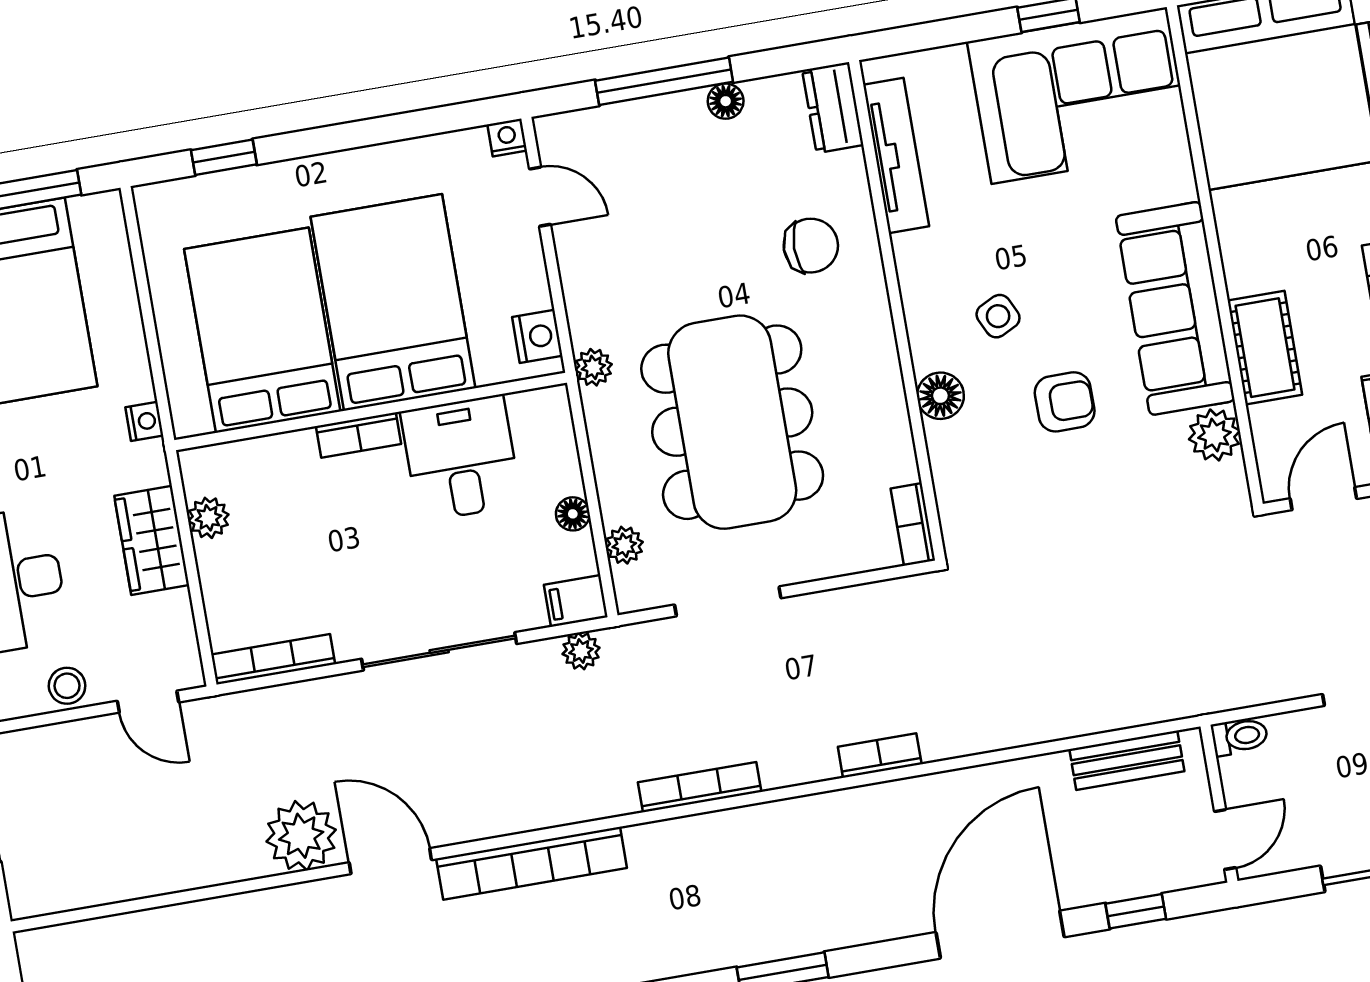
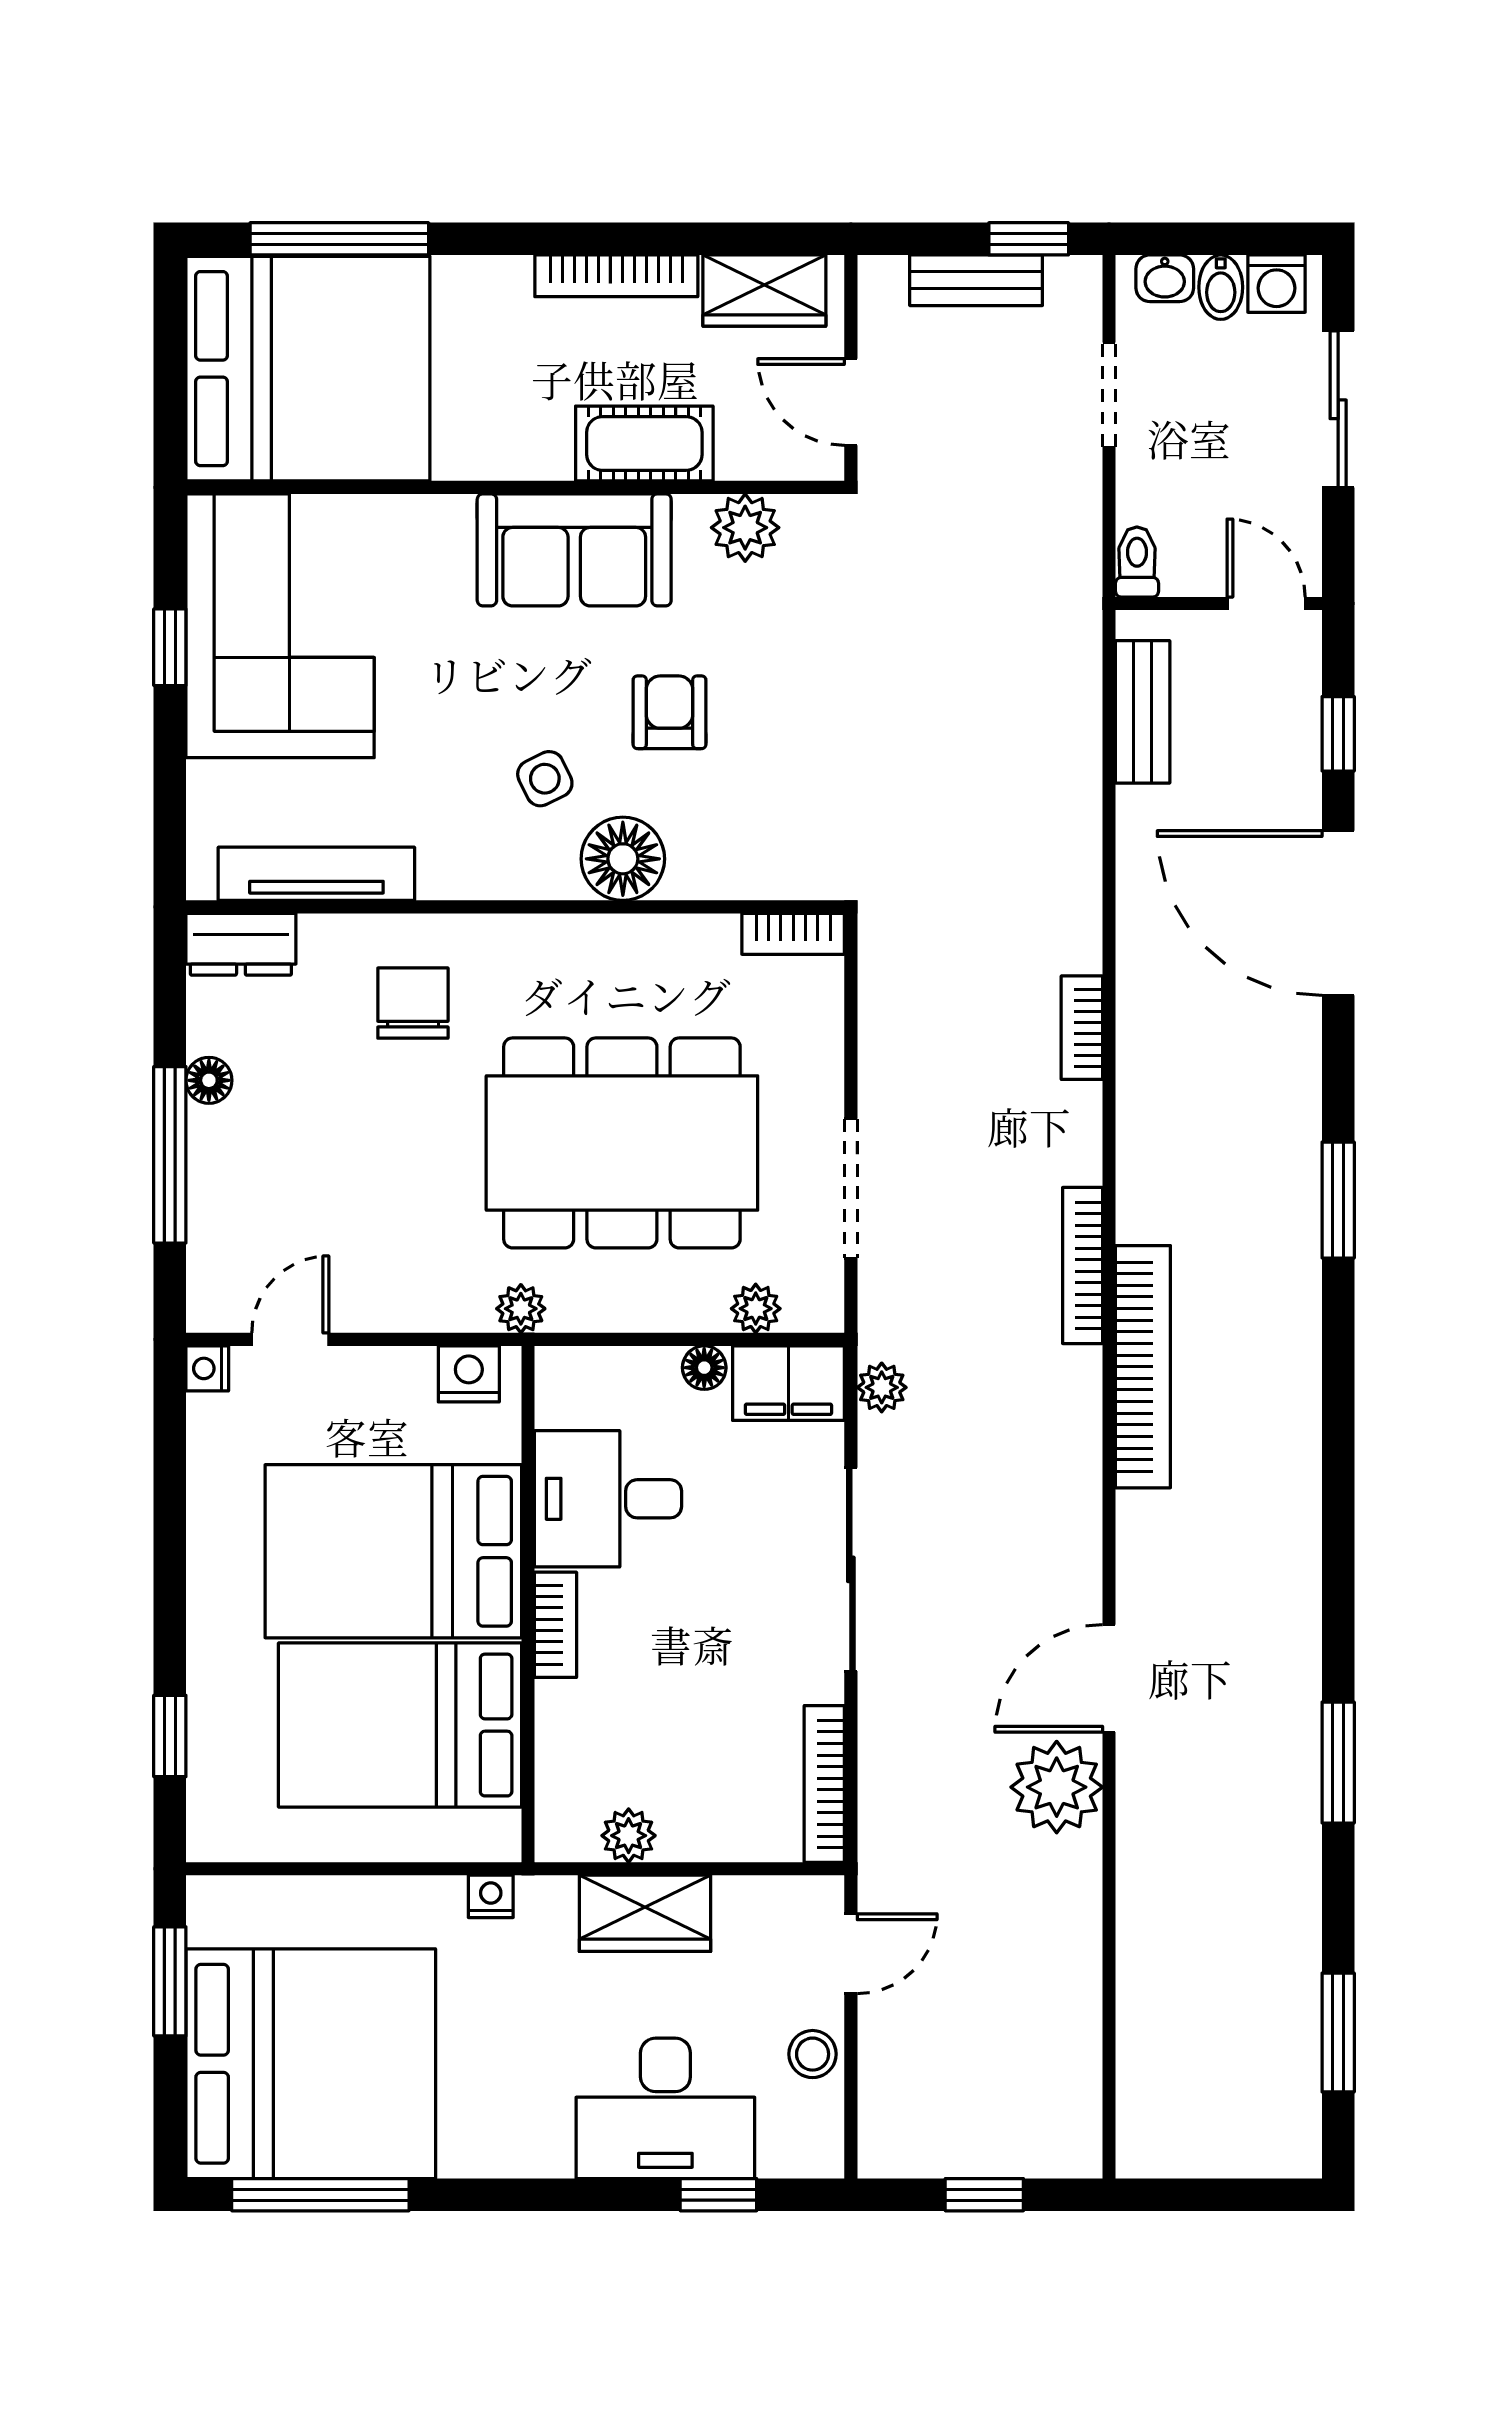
sofa: (1175, 308) -> (574, 550), width x0.73
floor lamp: (940, 396) -> (623, 859), width x1.38, depth x1.38
filing cabinet: (576, 601) -> (788, 1383), width x2.00
bookcase: (532, 863) -> (1143, 1367), moved

